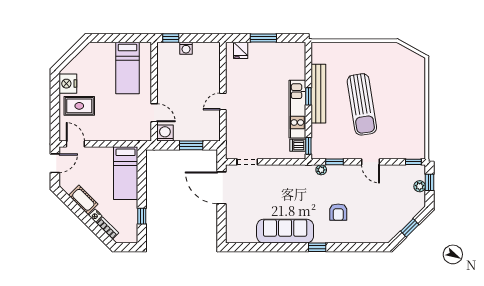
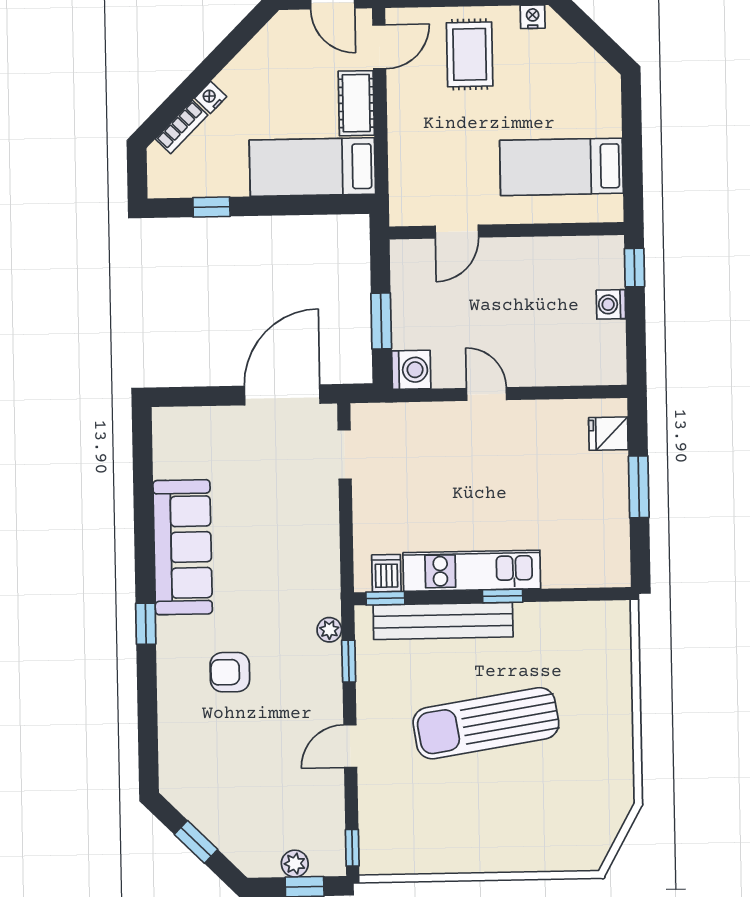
nightstand: (68, 84) -> (533, 17), width x0.53, depth x0.56
bench: (318, 94) -> (443, 621), moved
washing machine: (165, 133) -> (411, 370), moved
cot: (83, 200) -> (356, 103), moved, turned -45

